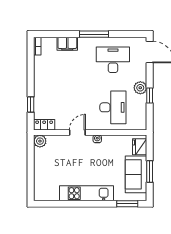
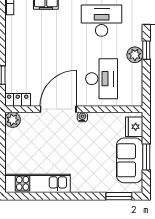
window: (150, 96) -> (146, 50), moved
door: (77, 132) -> (58, 109), width x1.87
kitchen unit: (86, 193) -> (38, 183), moved

